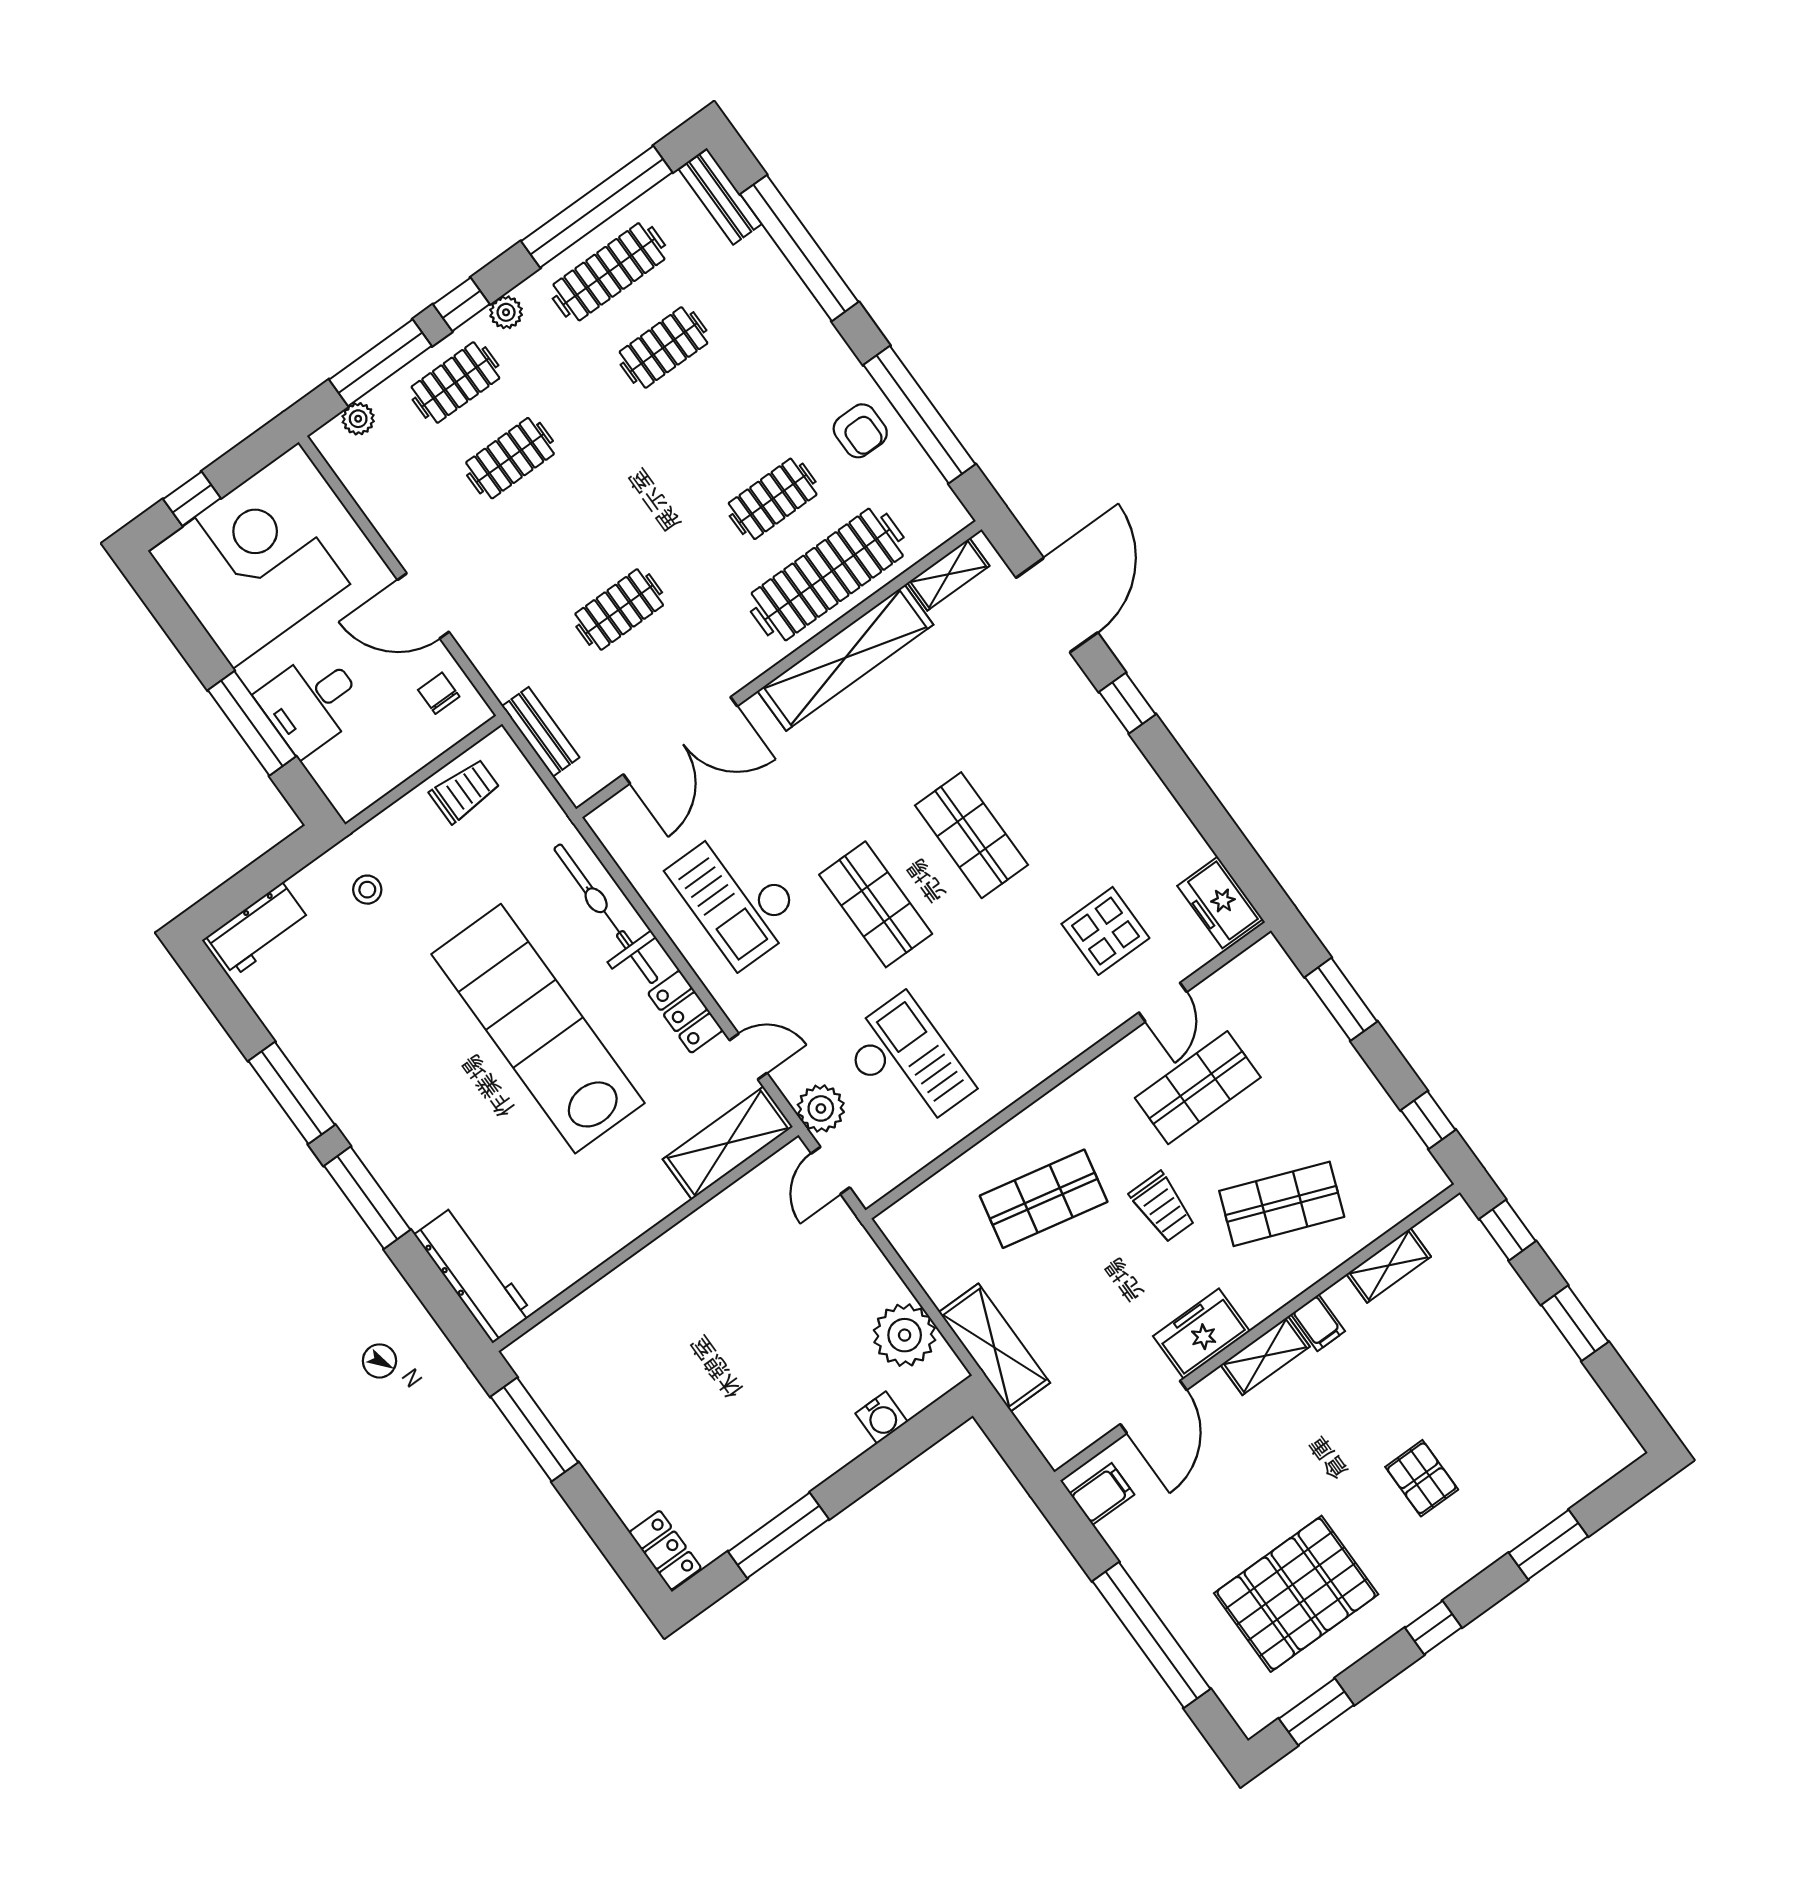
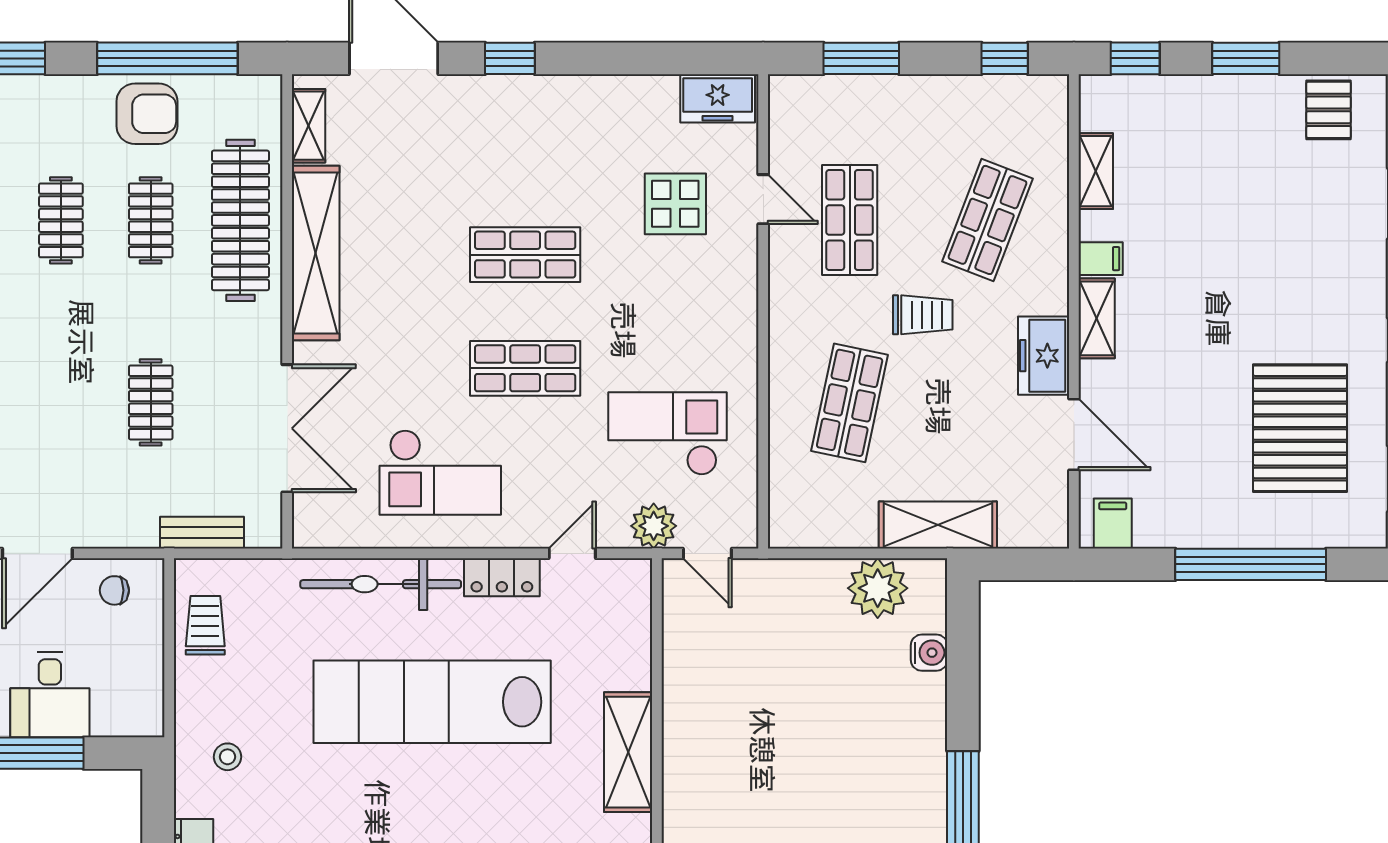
clothes rail: (718, 423) -> (61, 220), added
armchair: (860, 431) -> (147, 114), width x1.38, depth x1.38
shelving: (728, 1143) -> (628, 752), moved
pallet: (1422, 1478) -> (1329, 110), moved, turned 90

